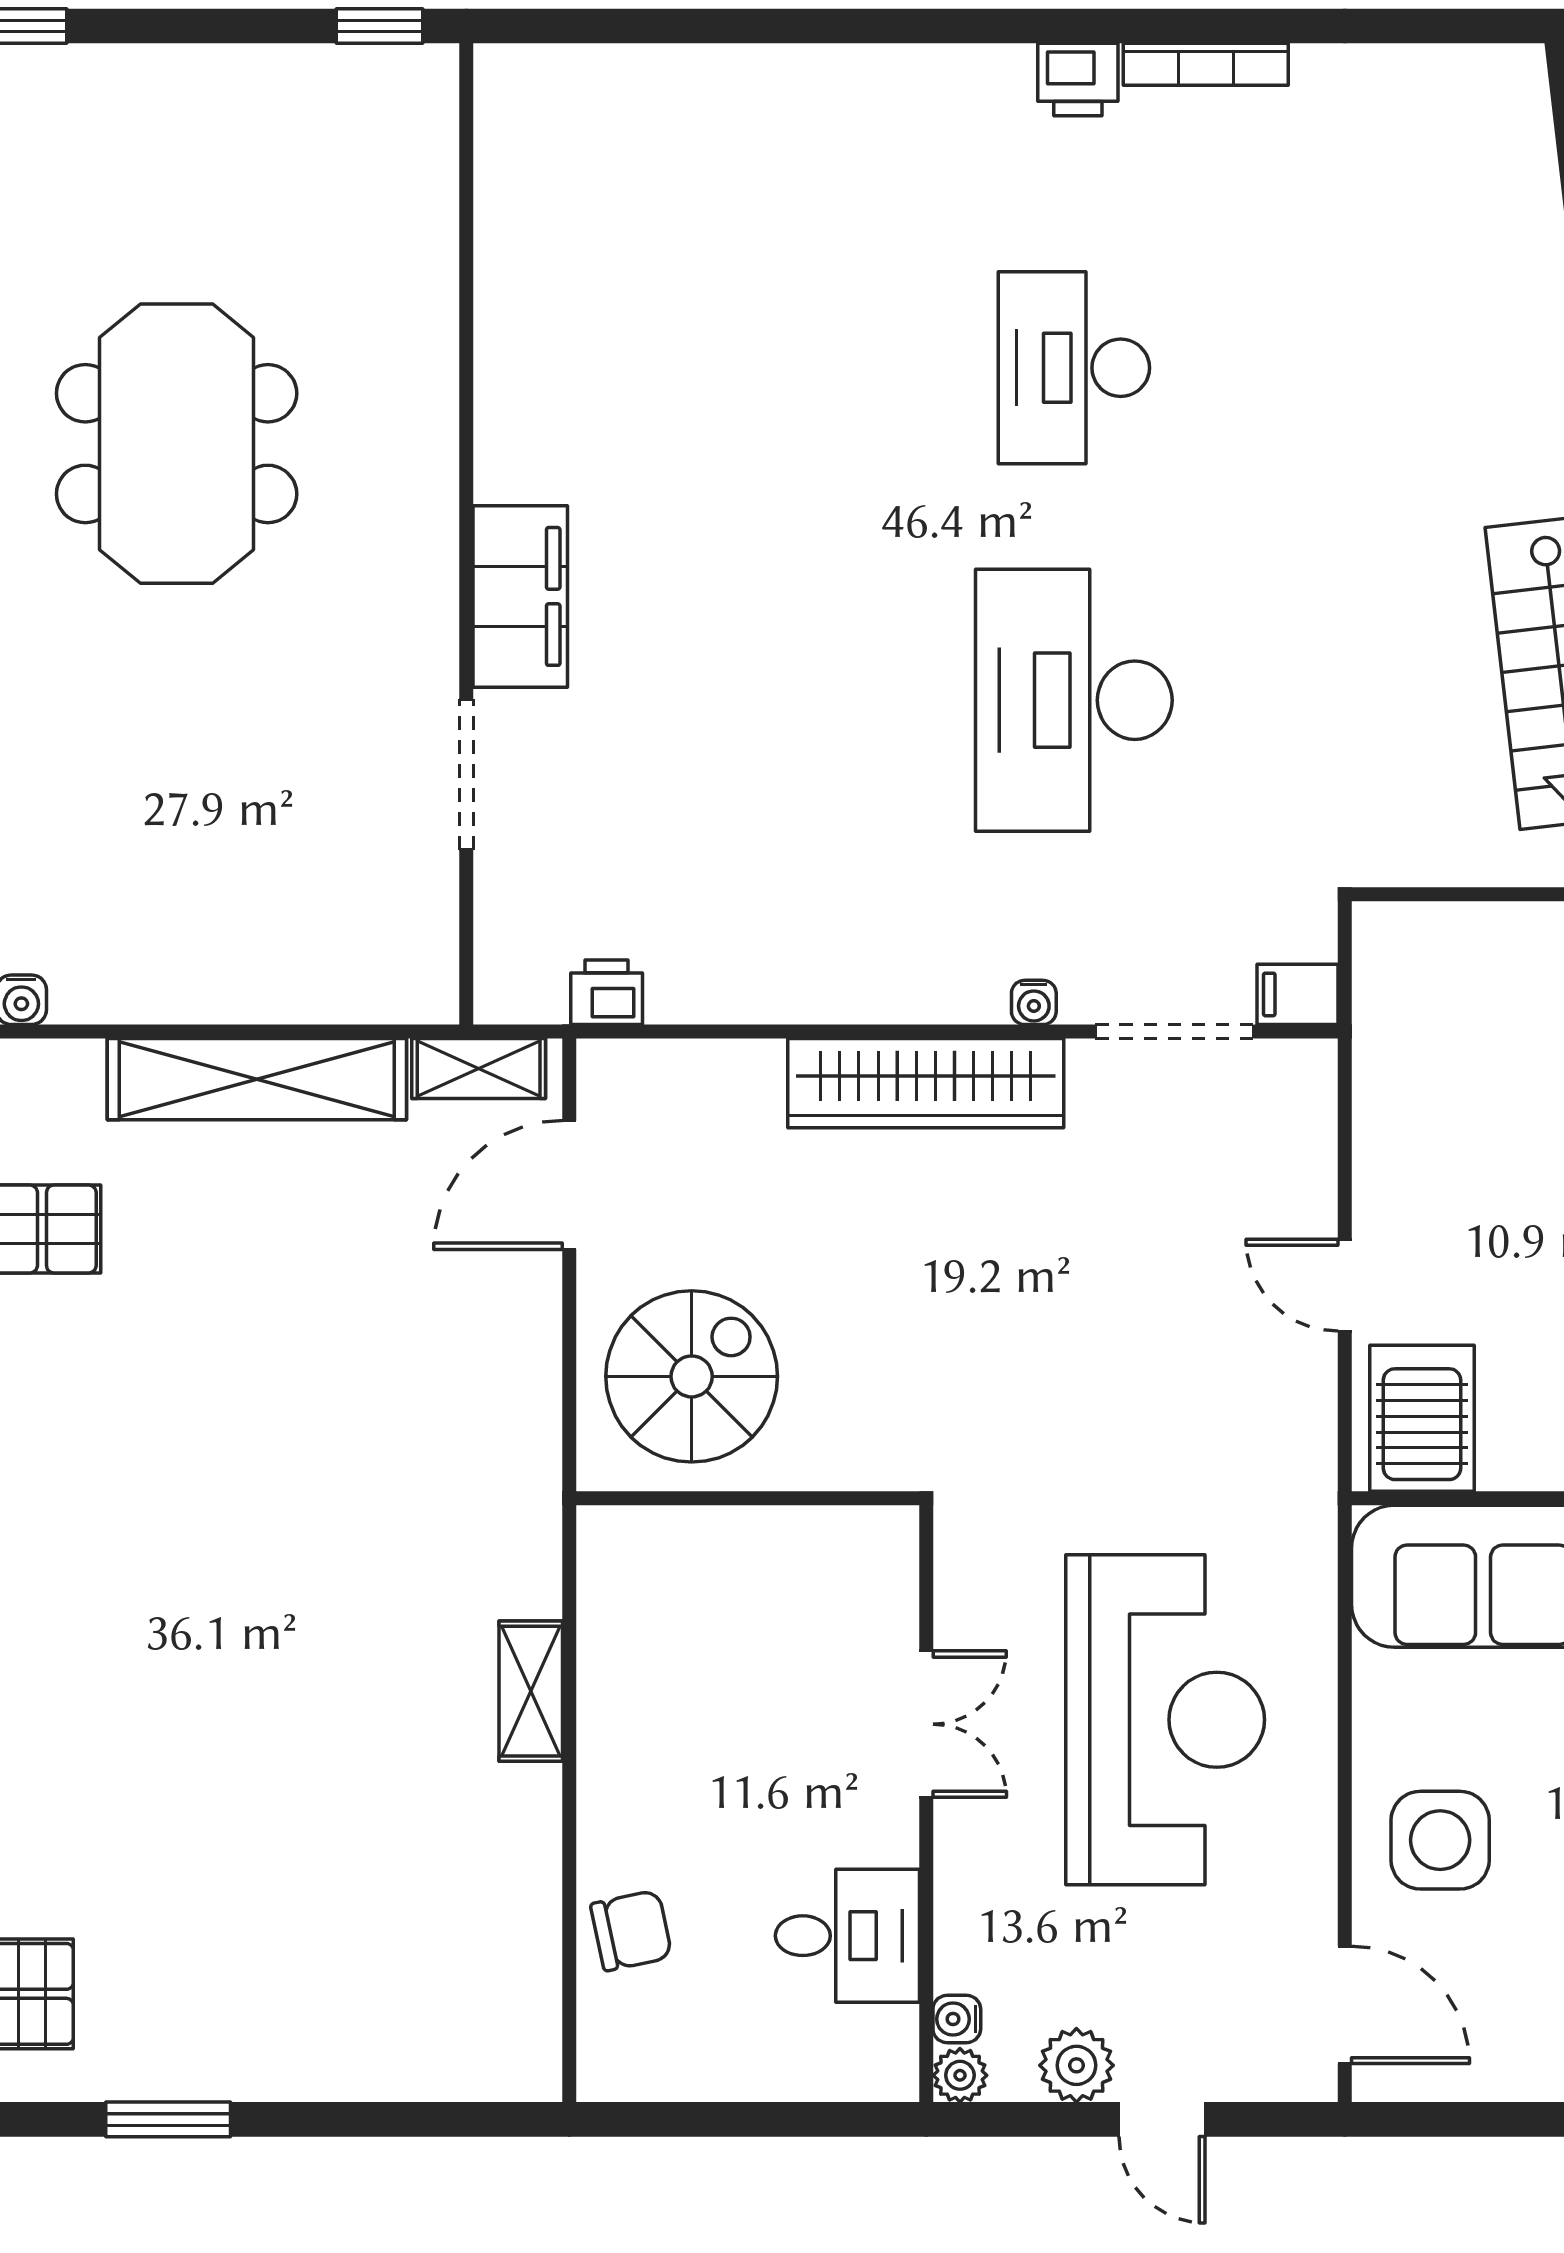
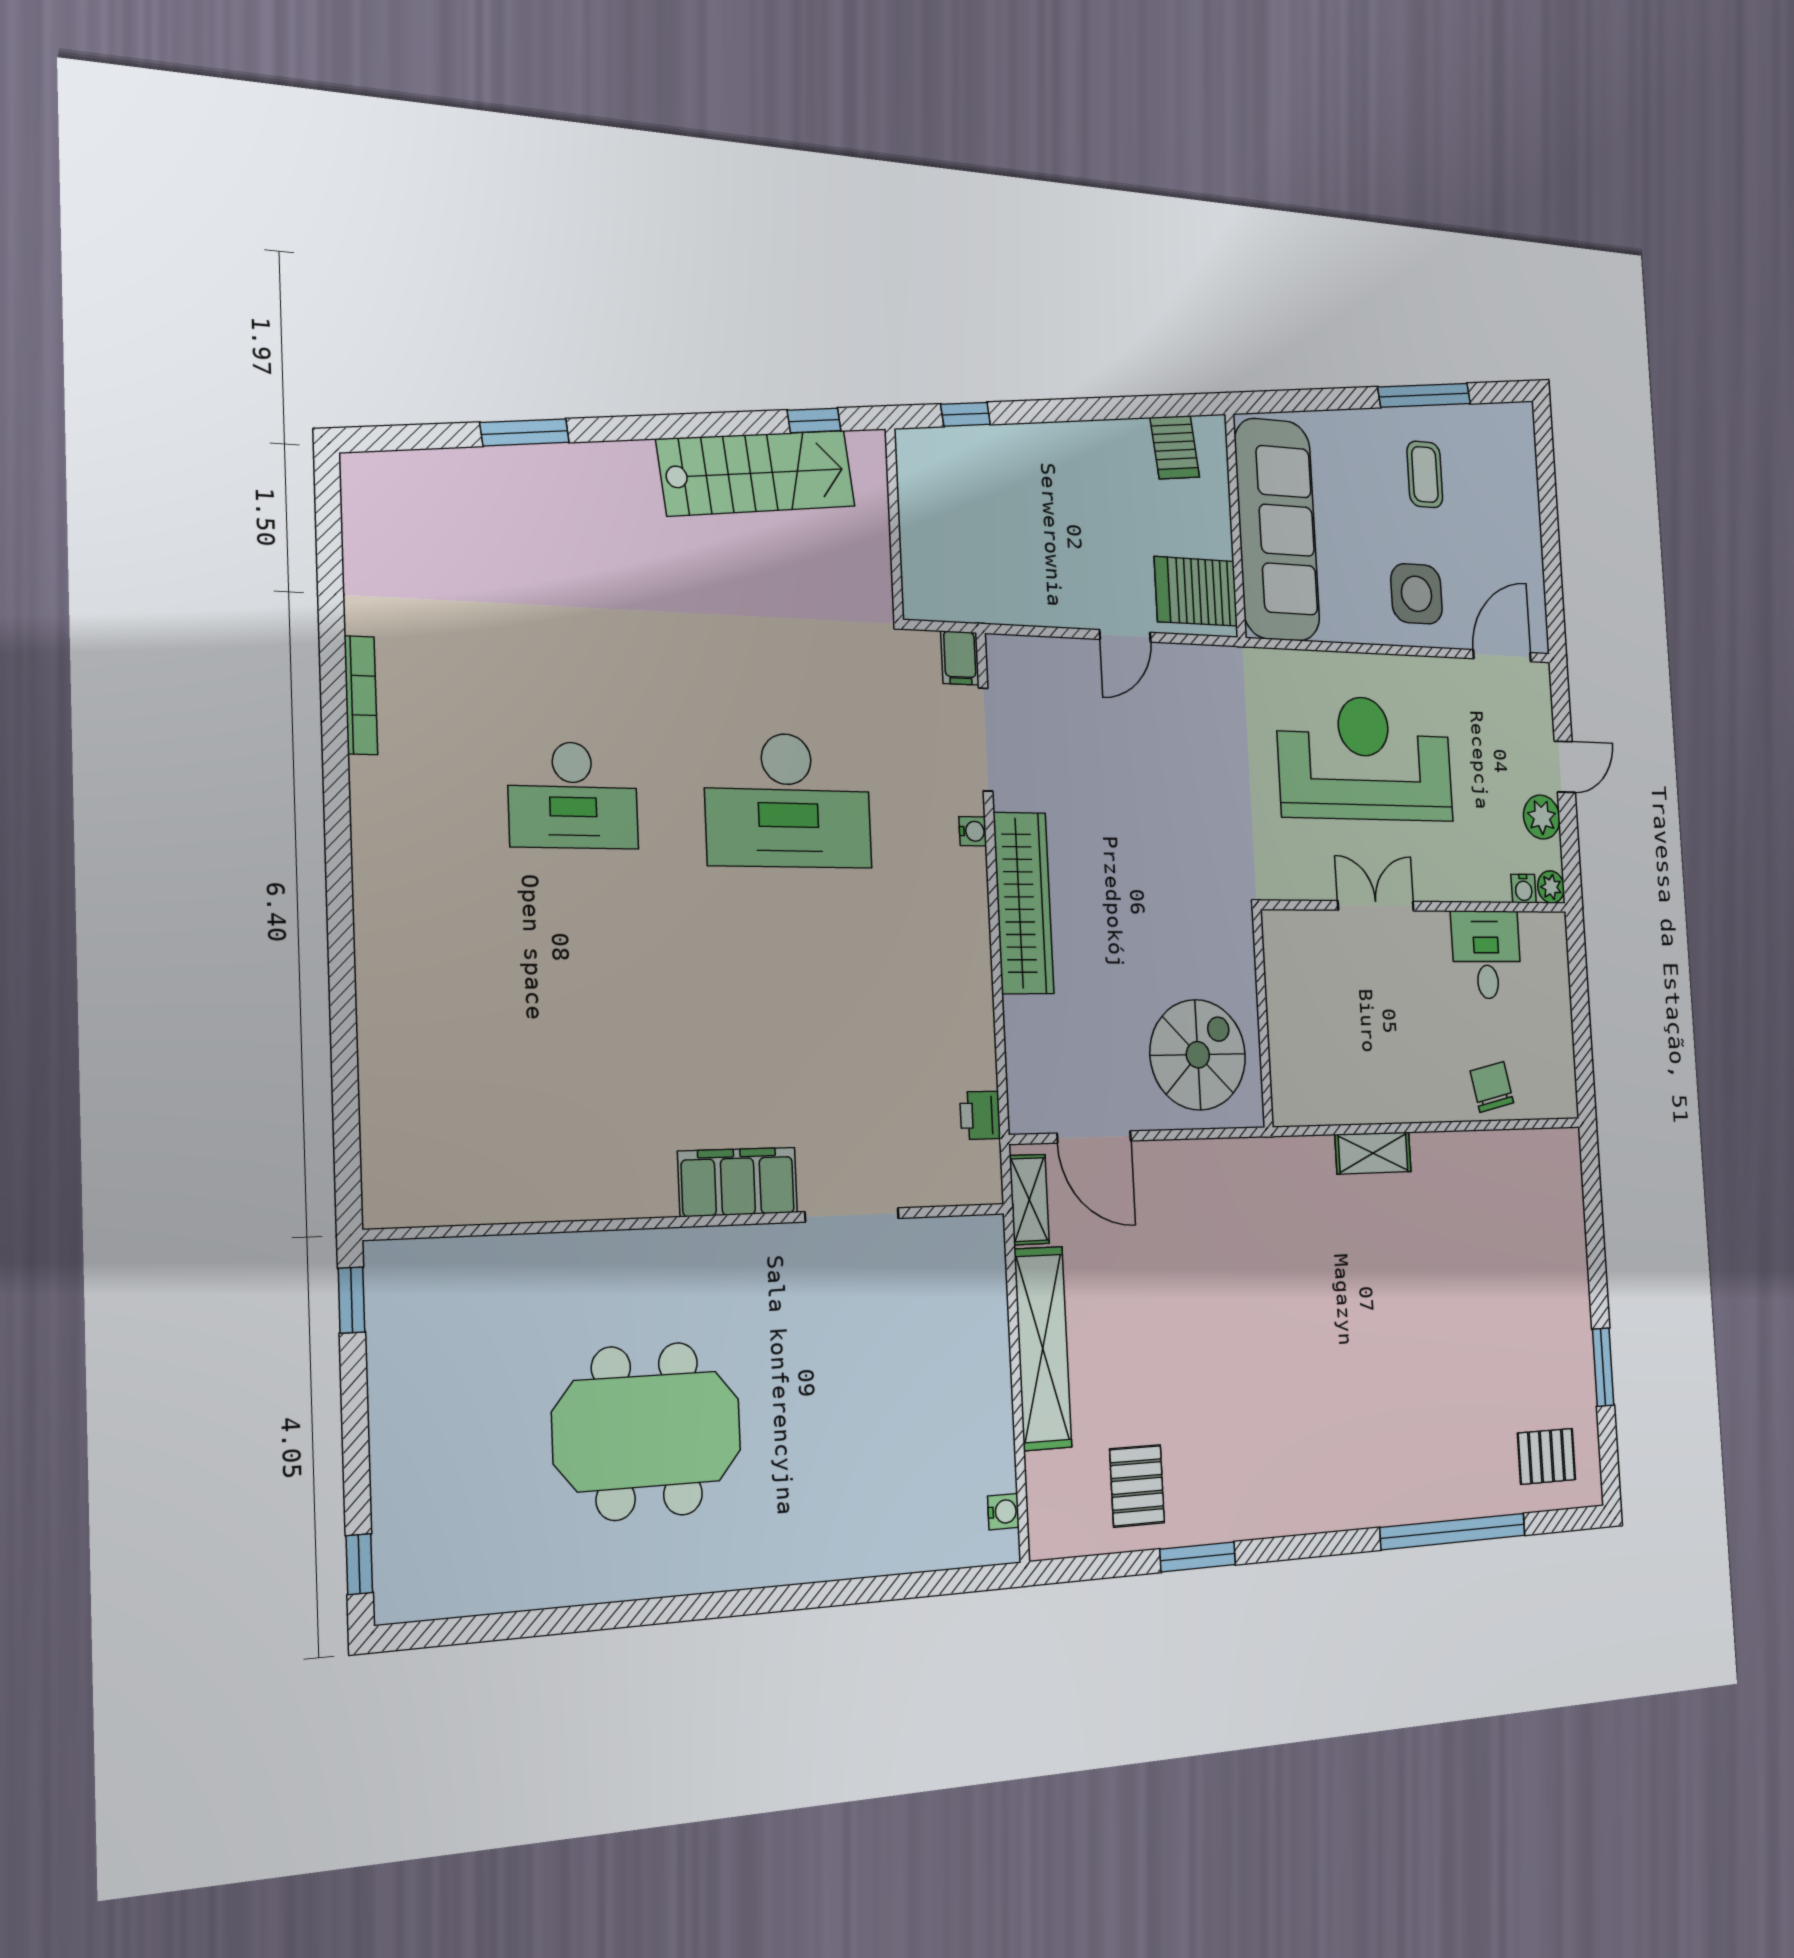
printer: (1078, 80) -> (374, 788), removed
spiral stairs: (692, 1376) -> (1198, 1055), turned 90

